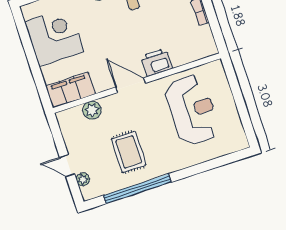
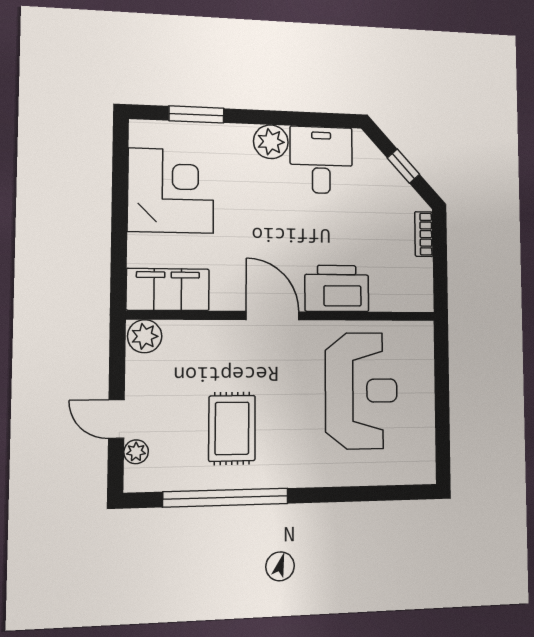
printer: (157, 62) -> (337, 288), width x1.37, depth x1.19
plant: (92, 110) -> (145, 336), moved

